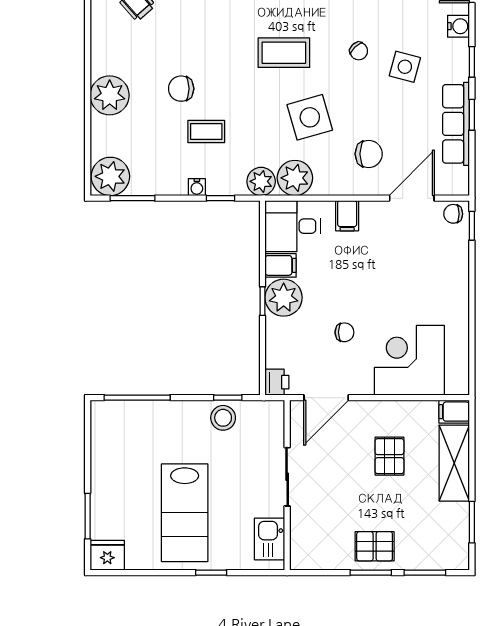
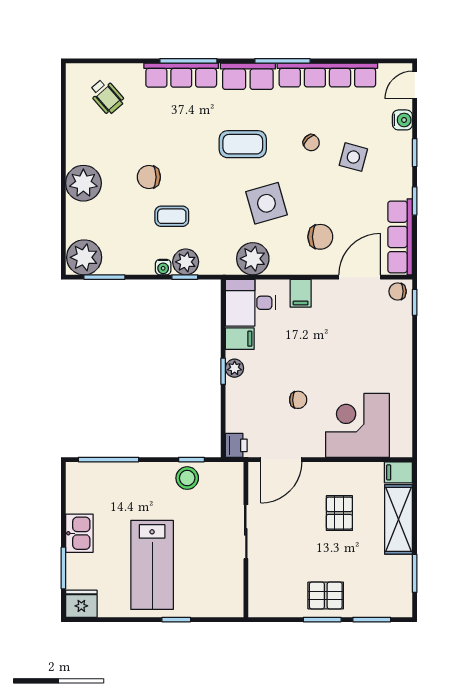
row of seats: (456, 124) -> (400, 237), moved
plant: (261, 181) -> (186, 262), moved
plant: (284, 298) -> (235, 368), width x0.53, depth x0.53
kitchen sink: (270, 539) -> (79, 533), moved, turned 180

